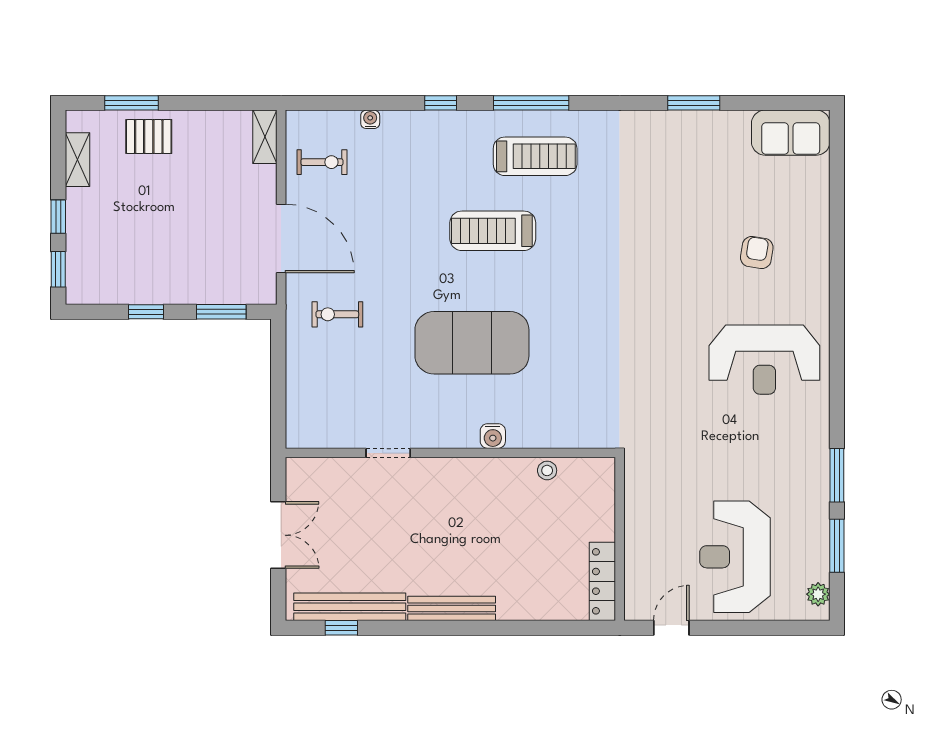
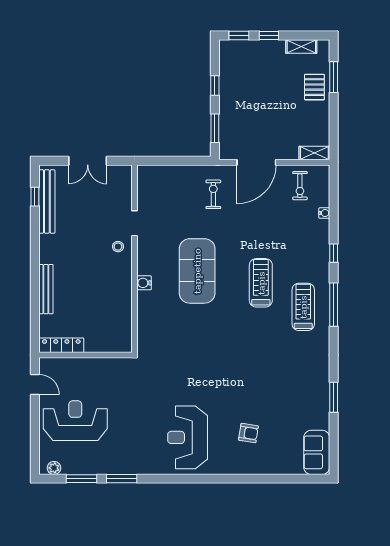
treadmill: (535, 156) -> (303, 307), turned 180
stool: (547, 470) -> (118, 247), moved
bench: (452, 608) -> (46, 289), moved

